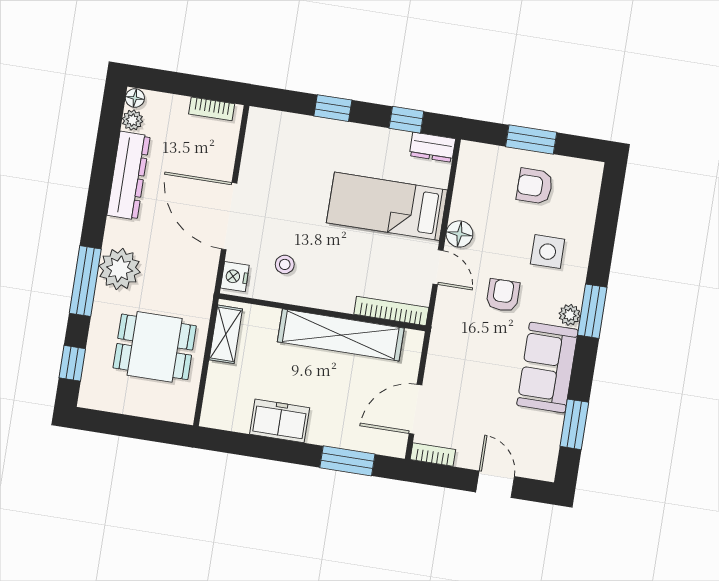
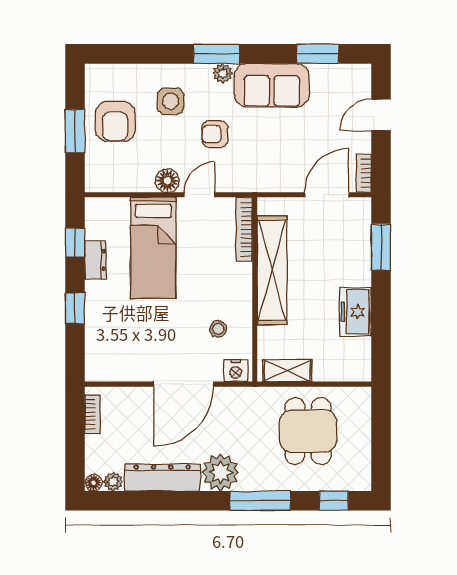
dresser: (432, 147) -> (95, 260), moved
armchair: (535, 186) -> (115, 122), width x1.38, depth x1.38
plant: (120, 269) -> (221, 472), moved
door: (415, 409) -> (327, 195), swing flipped

